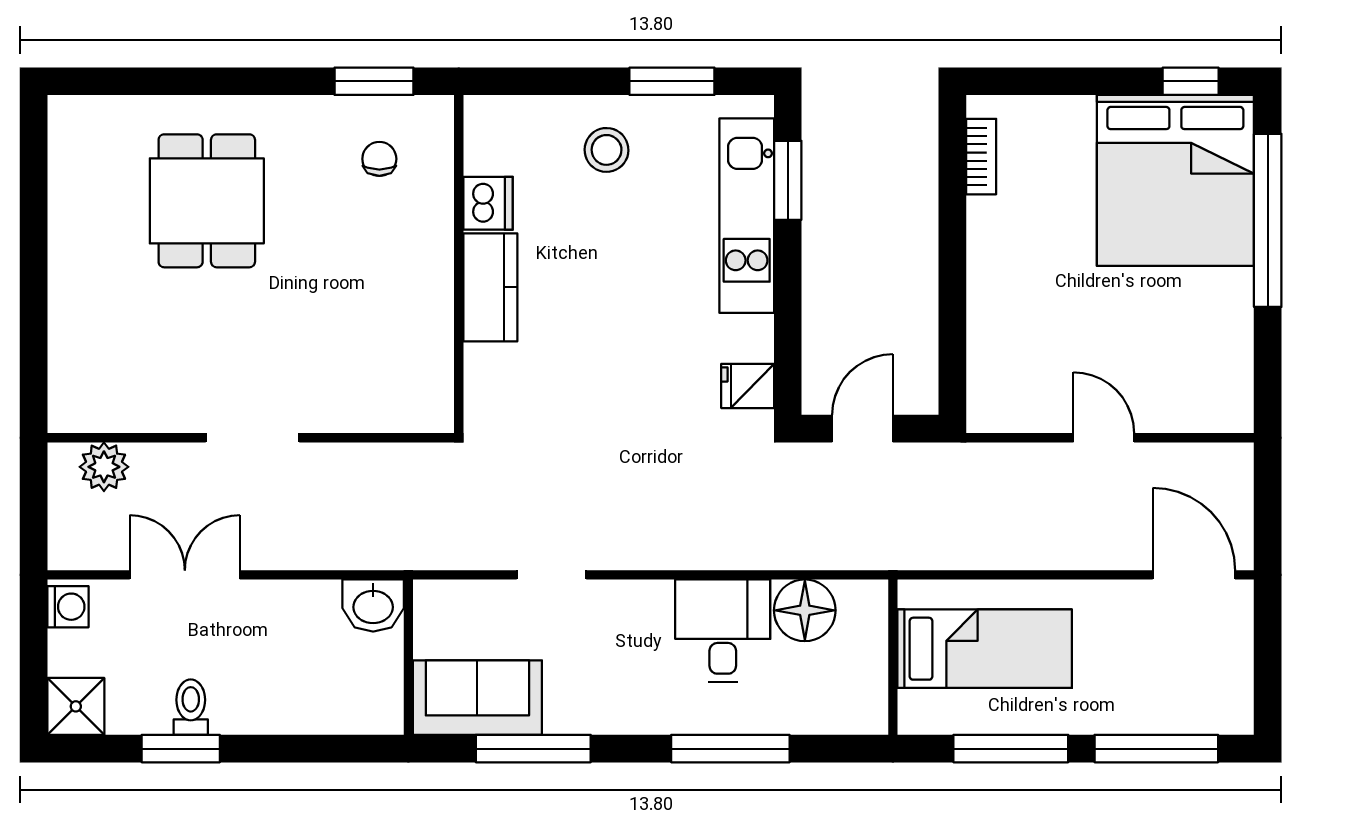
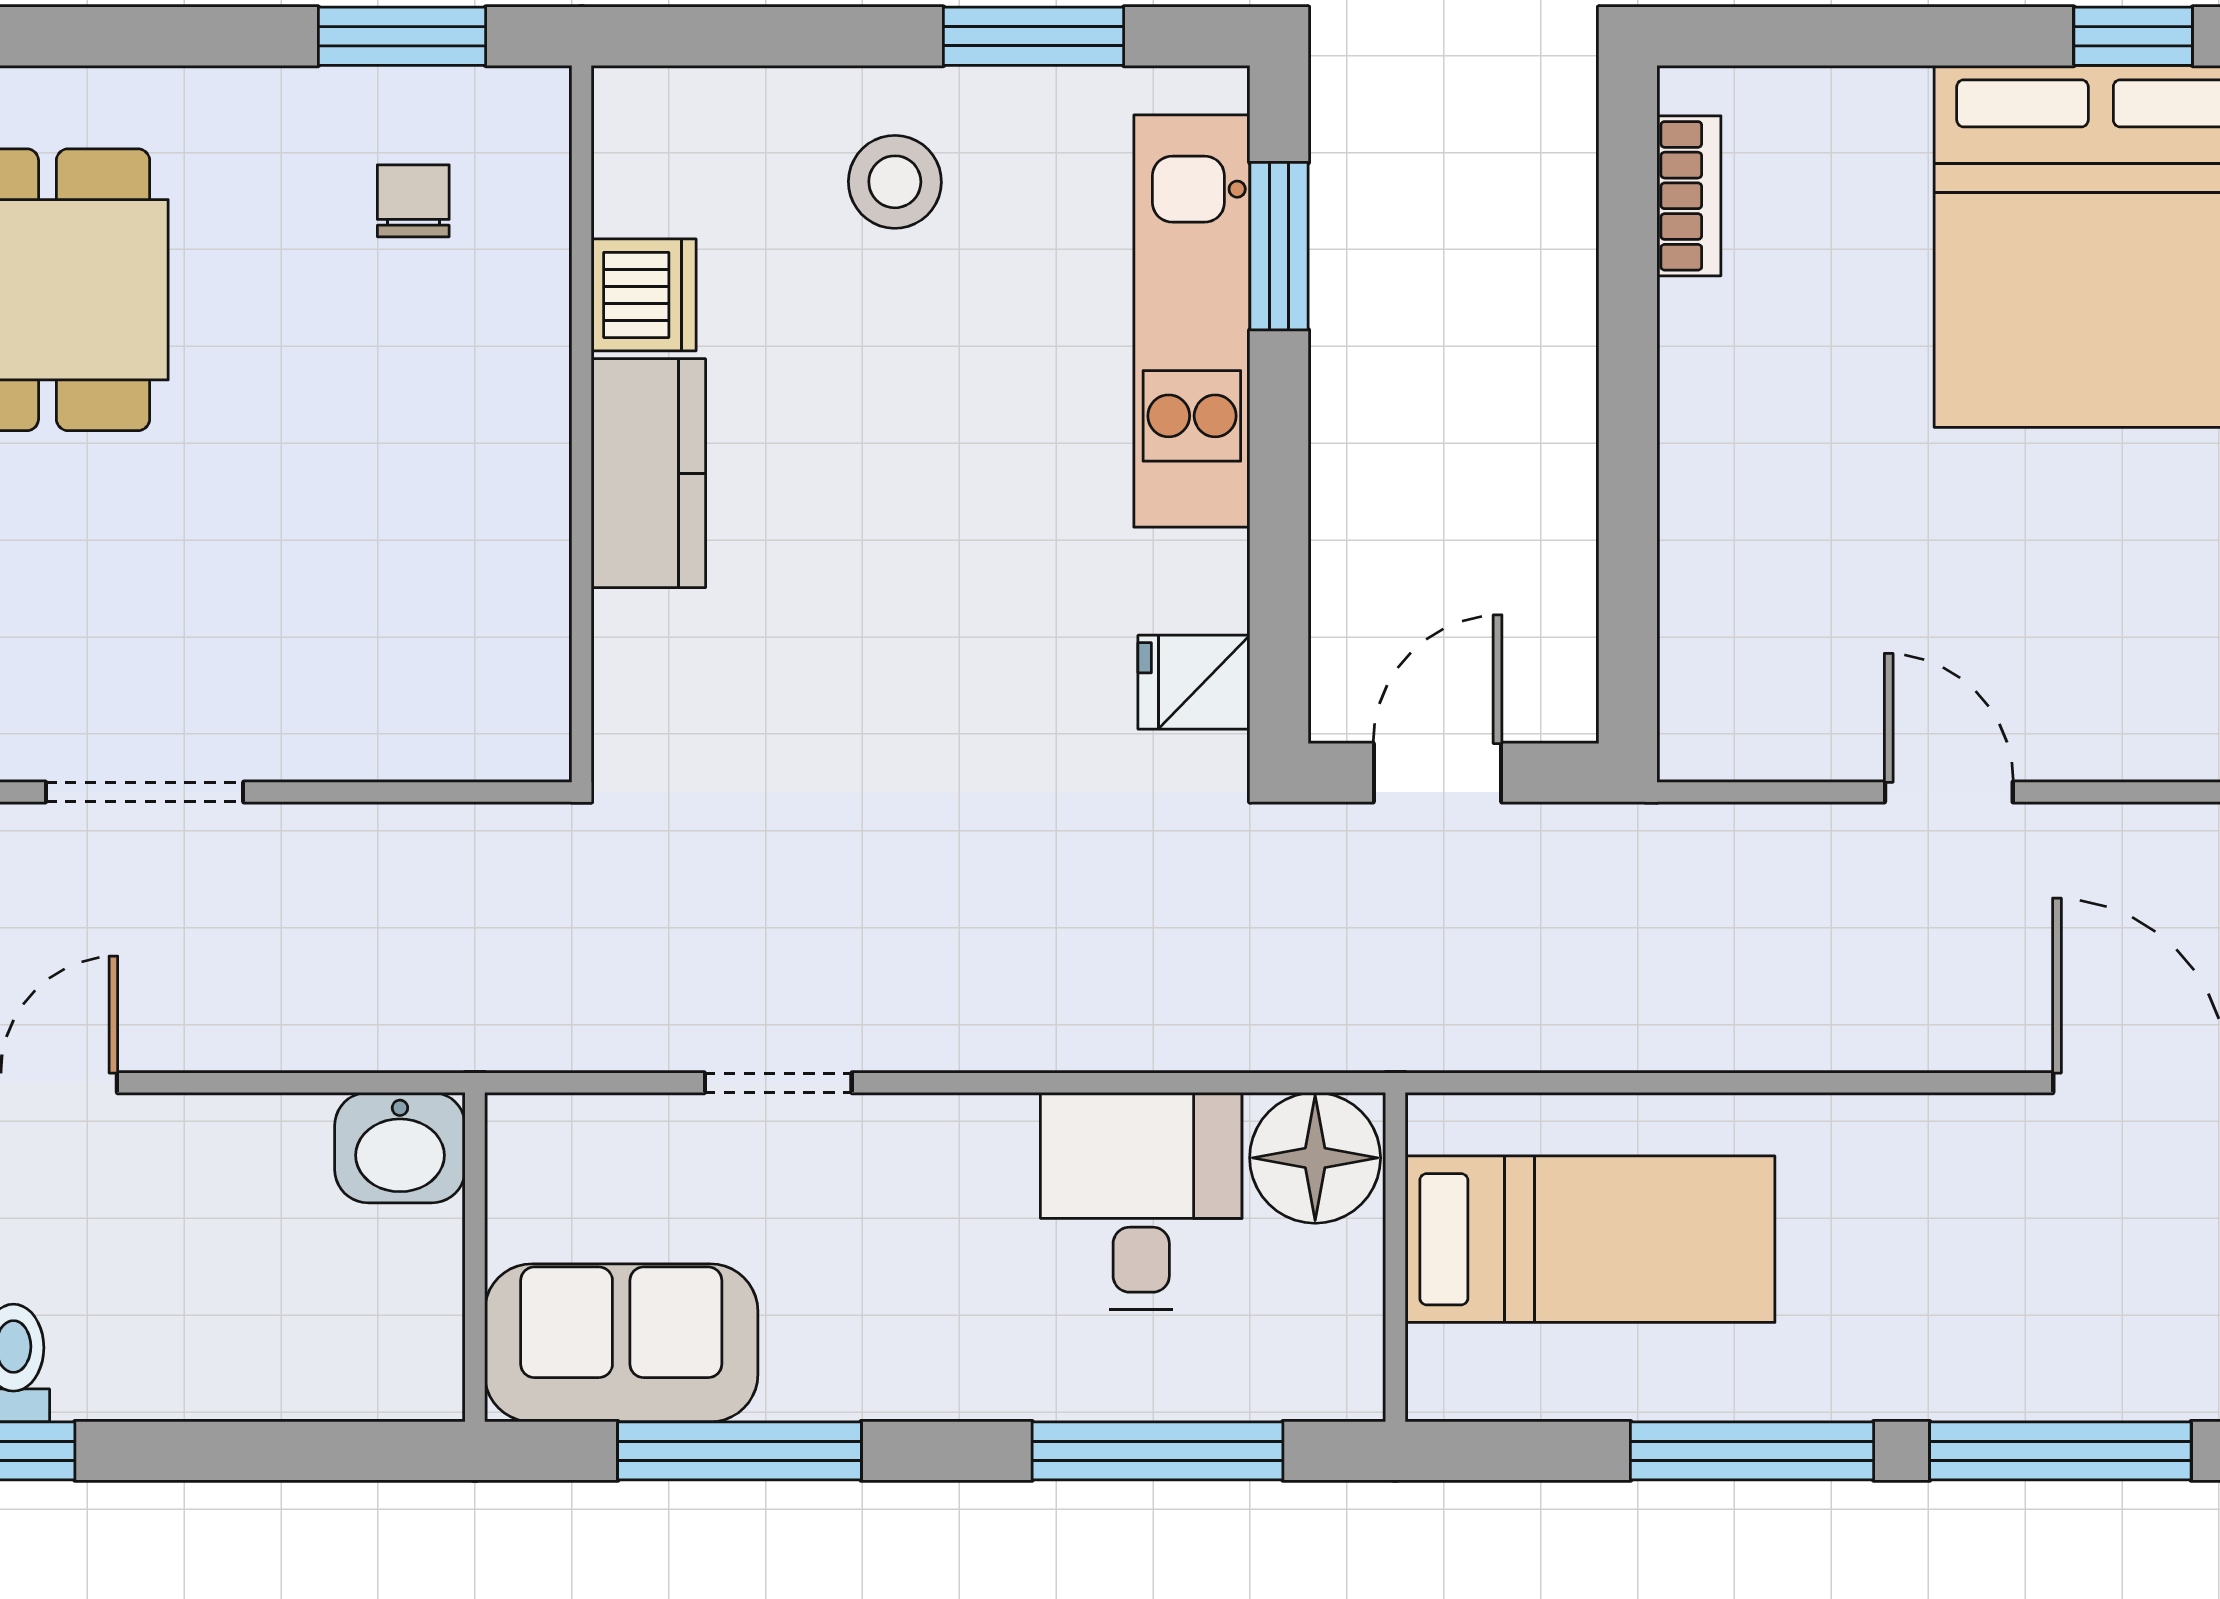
bed: (985, 649) -> (1590, 1239), moved
wall: (893, 657) -> (1395, 1257), moved

